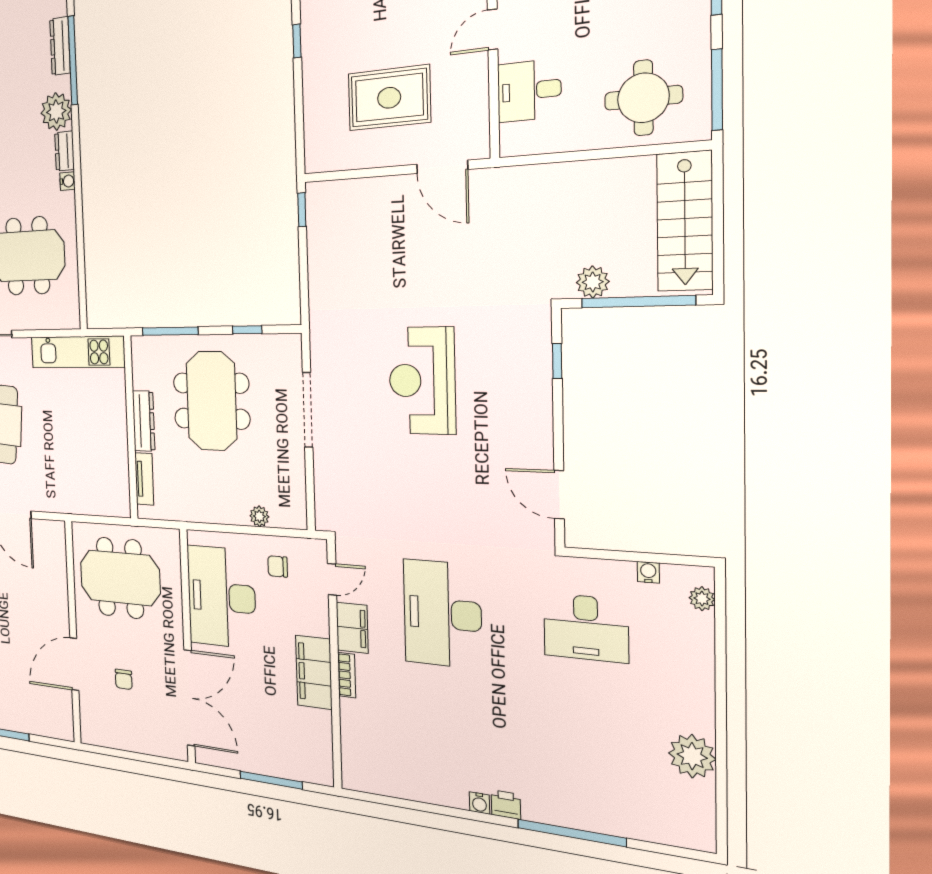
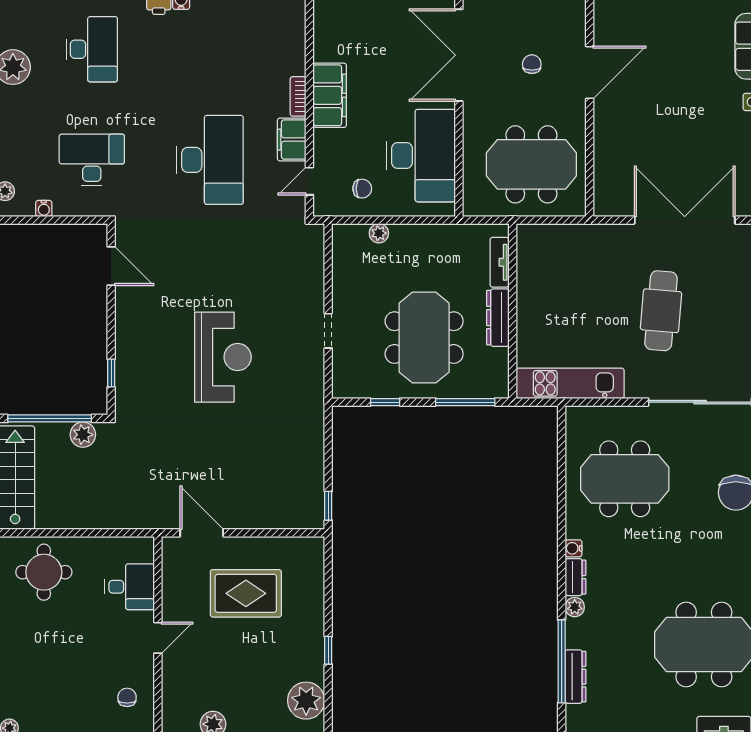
plant: (56, 111) -> (575, 607), width x0.53, depth x0.53
doorway: (308, 410) -> (328, 331), width x0.53
desk: (588, 763) -> (92, 49), added

